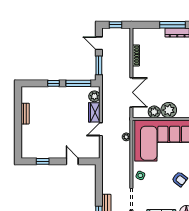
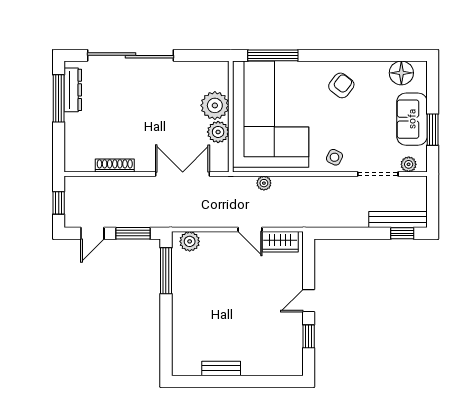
window: (53, 83) -> (166, 316), removed
wardrobe: (94, 112) -> (280, 242), moved
door: (72, 161) -> (309, 301), moved

